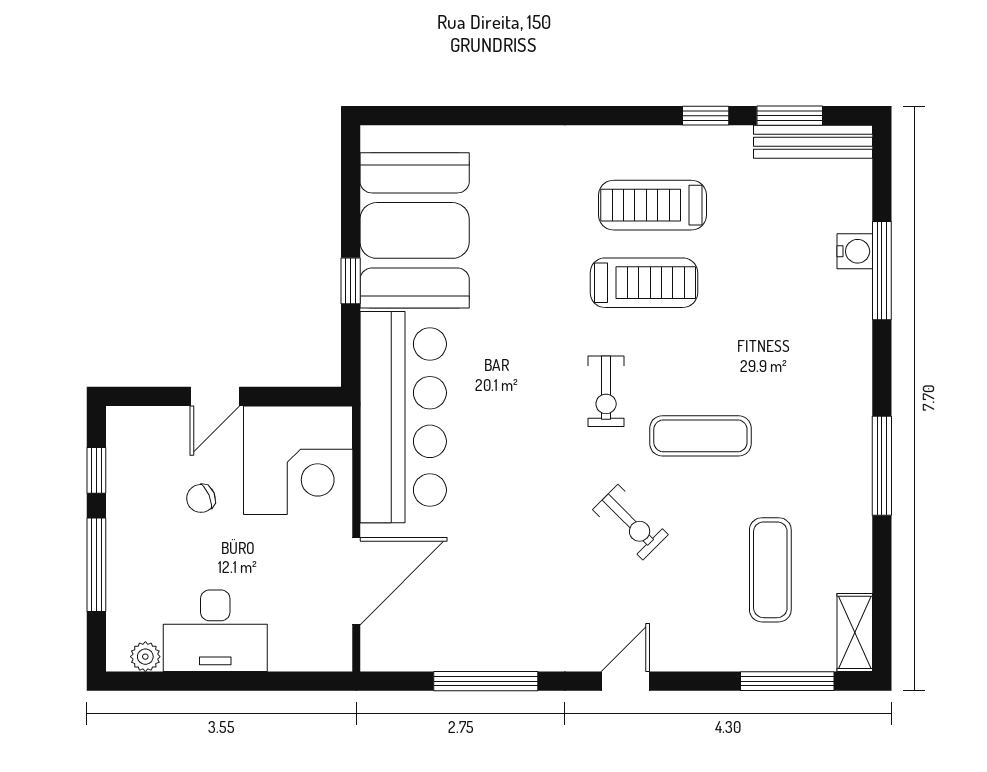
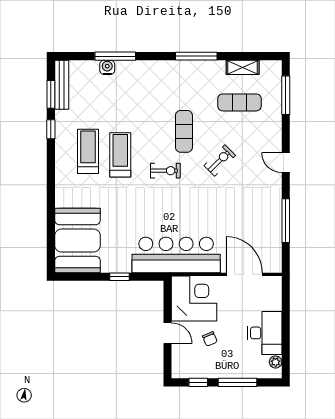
treadmill: (652, 205) -> (88, 151), turned 180
booth: (415, 230) -> (77, 241), moved, turned 90
shelving: (855, 632) -> (243, 67), moved

